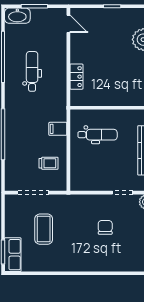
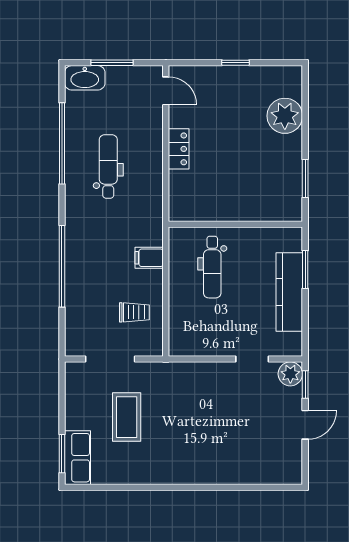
locker: (76, 77) -> (179, 149), moved
dental chair: (98, 135) -> (212, 267), turned 90
chair: (105, 227) -> (224, 414), removed

